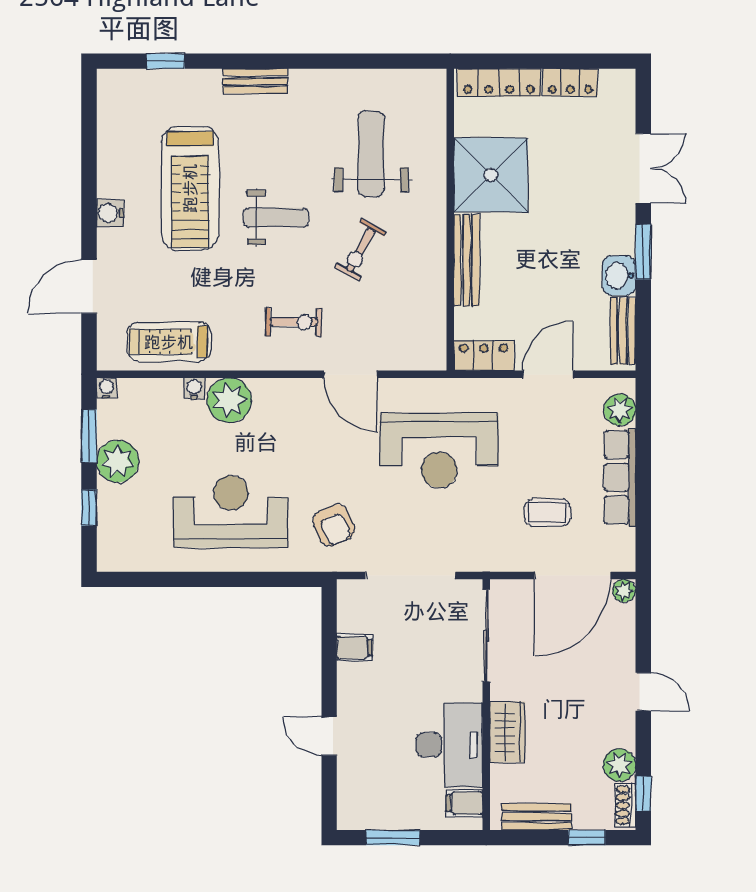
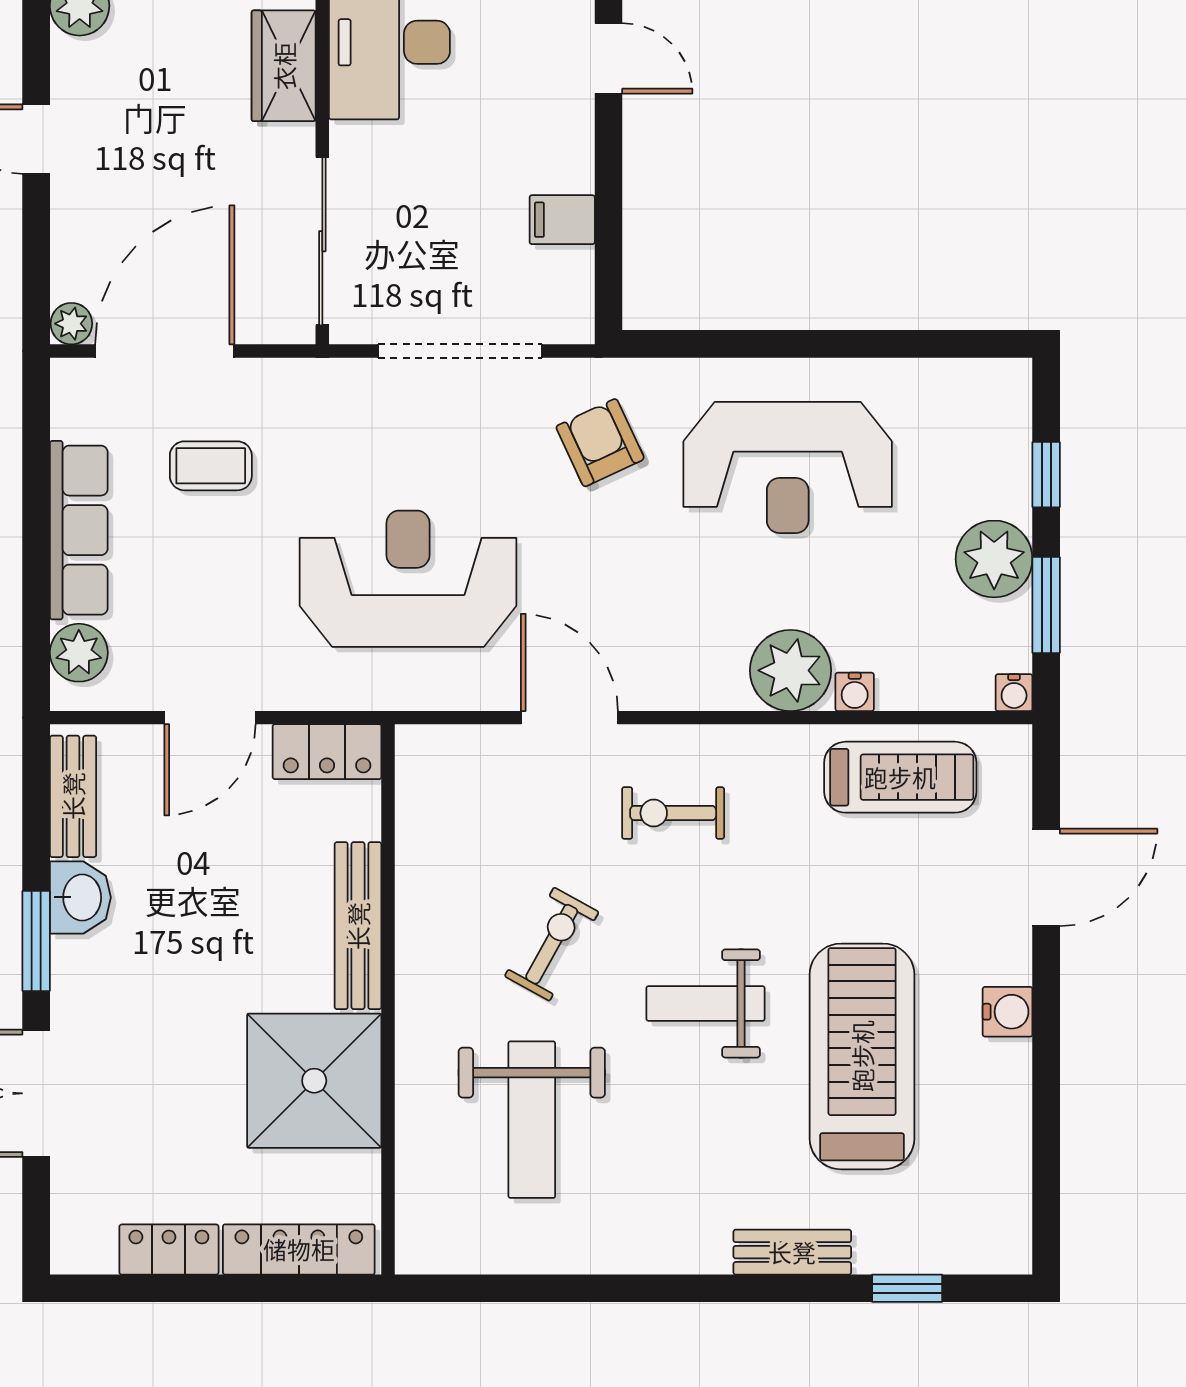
bench: (255, 81) -> (792, 1252), moved

